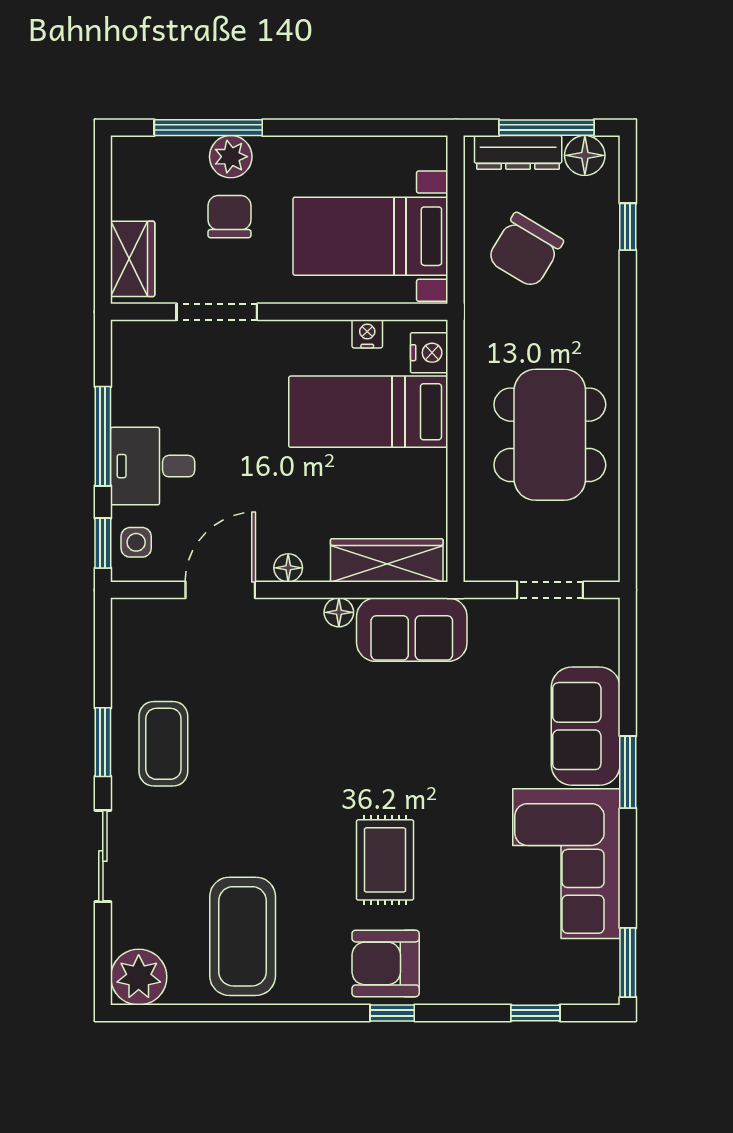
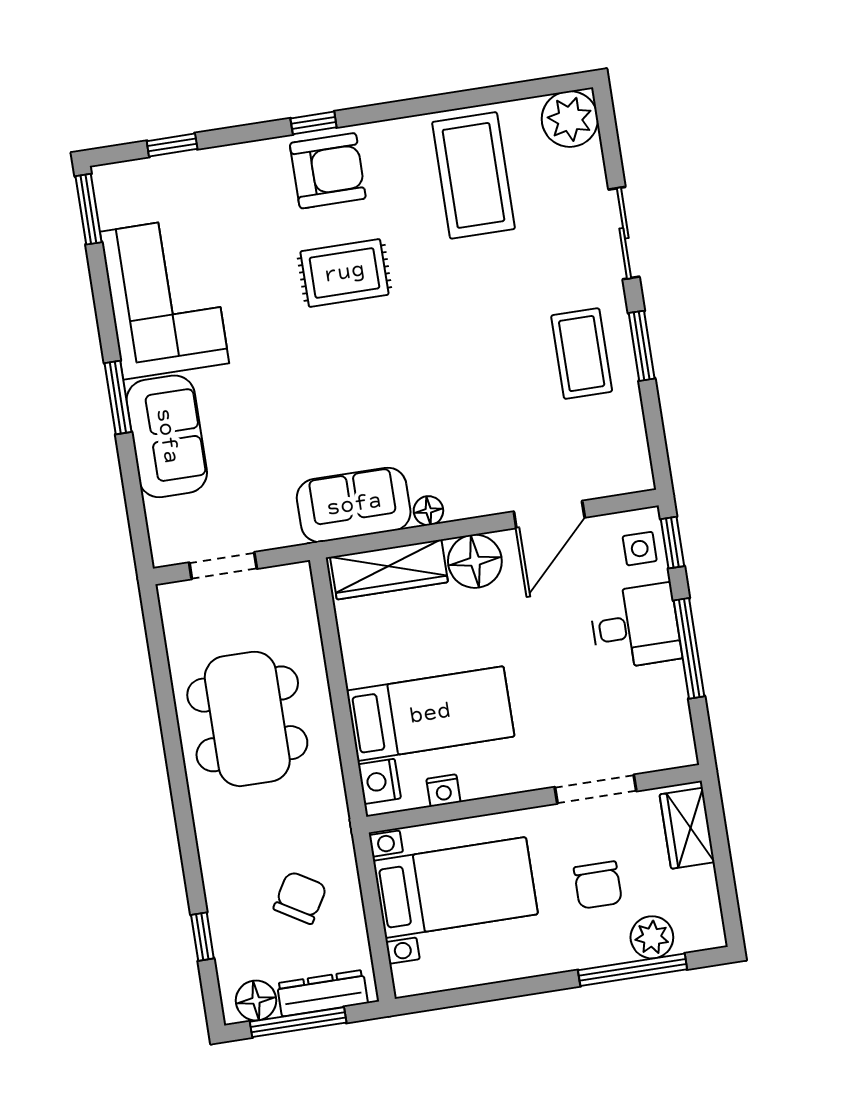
plant: (231, 157) -> (652, 937), moved
chair: (525, 250) -> (300, 898), width x0.73, depth x0.73
floor lamp: (288, 568) -> (475, 561), width x1.89, depth x1.89
rug: (385, 860) -> (344, 273), turned 90

